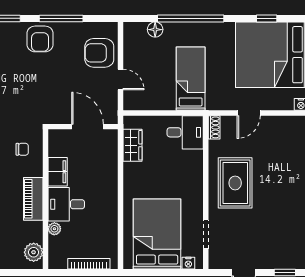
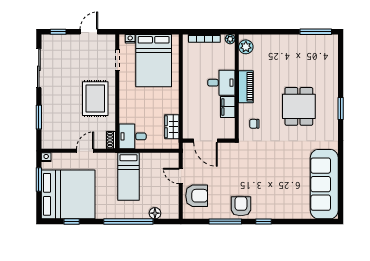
plant: (54, 229) -> (230, 39), moved

